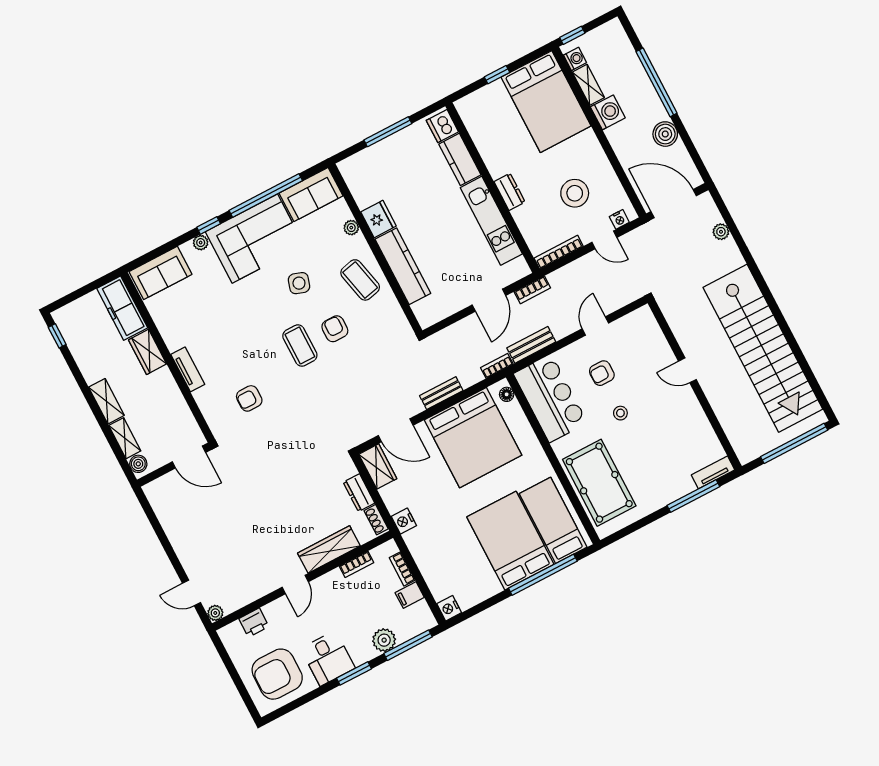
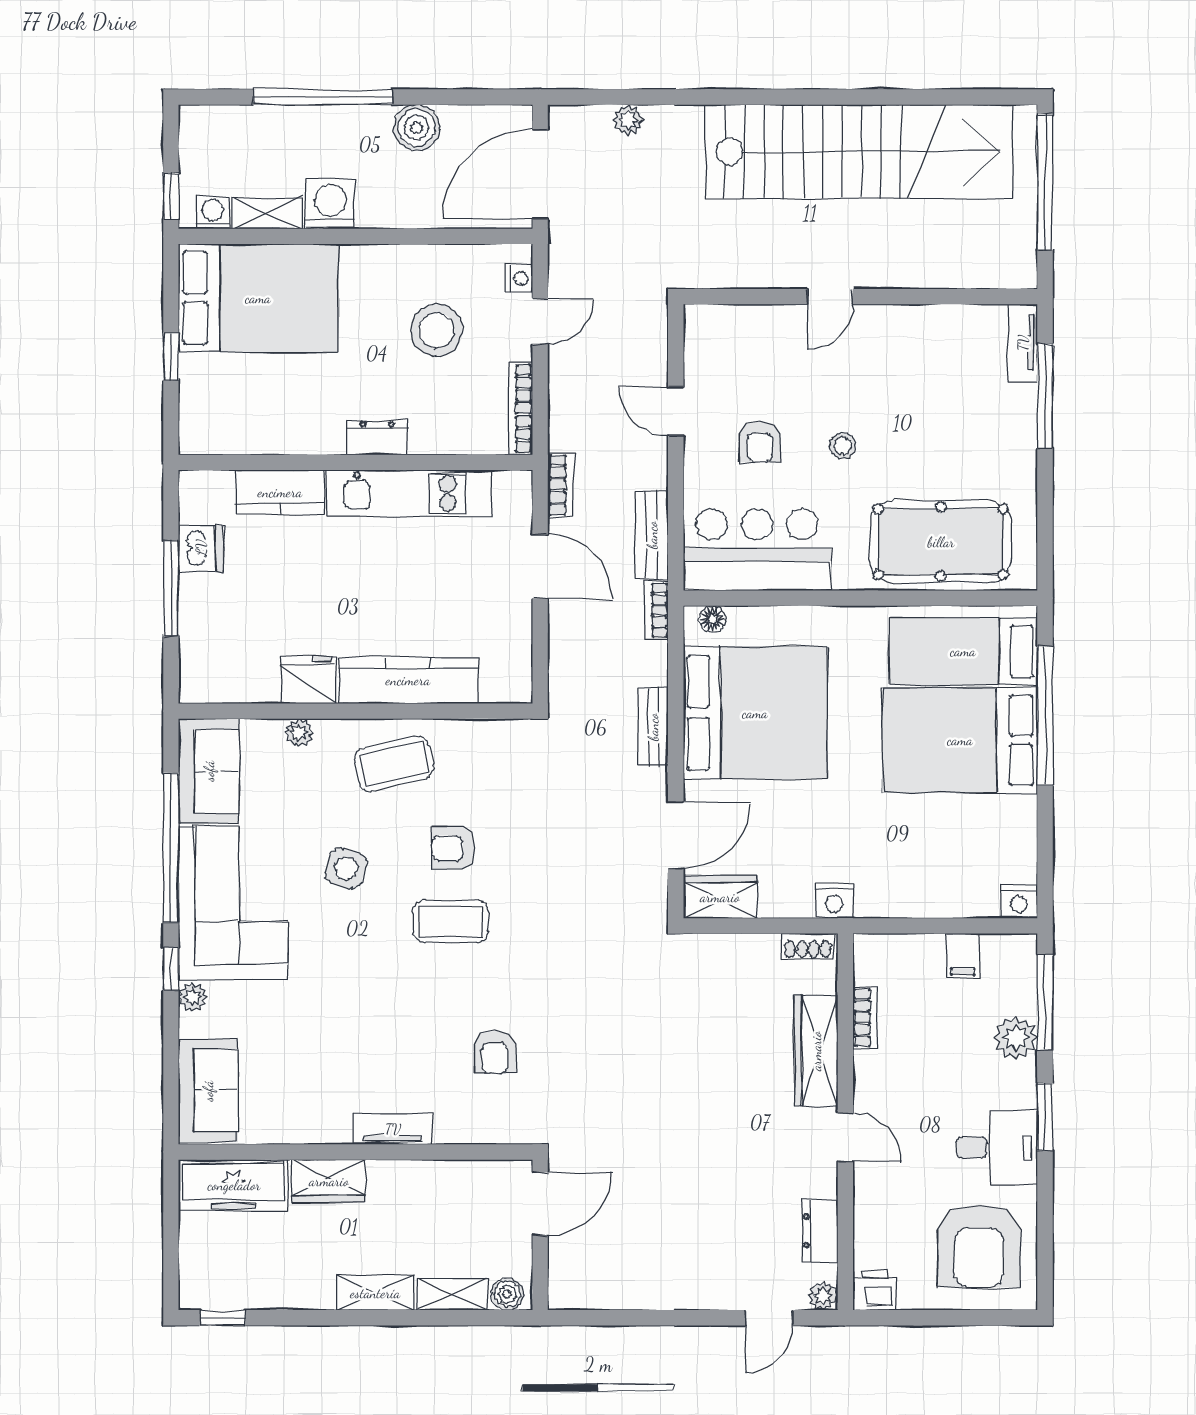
dishwasher: (442, 126) -> (201, 548), moved, turned -90
dresser: (359, 493) -> (820, 1231), moved, turned 90
bookcase: (402, 569) -> (913, 946), removed
printer: (254, 623) -> (875, 1290), moved, turned -90

